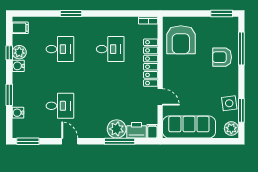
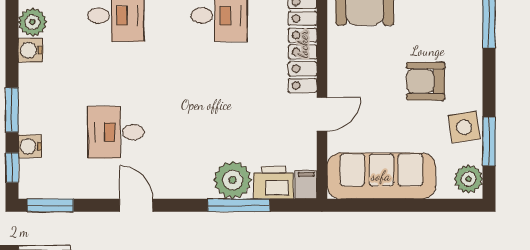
window: (9, 53) -> (12, 168), moved
armchair: (222, 57) -> (426, 81), moved
door: (160, 97) -> (322, 114), hinge flipped
desk: (60, 106) -> (116, 132), turned 180

